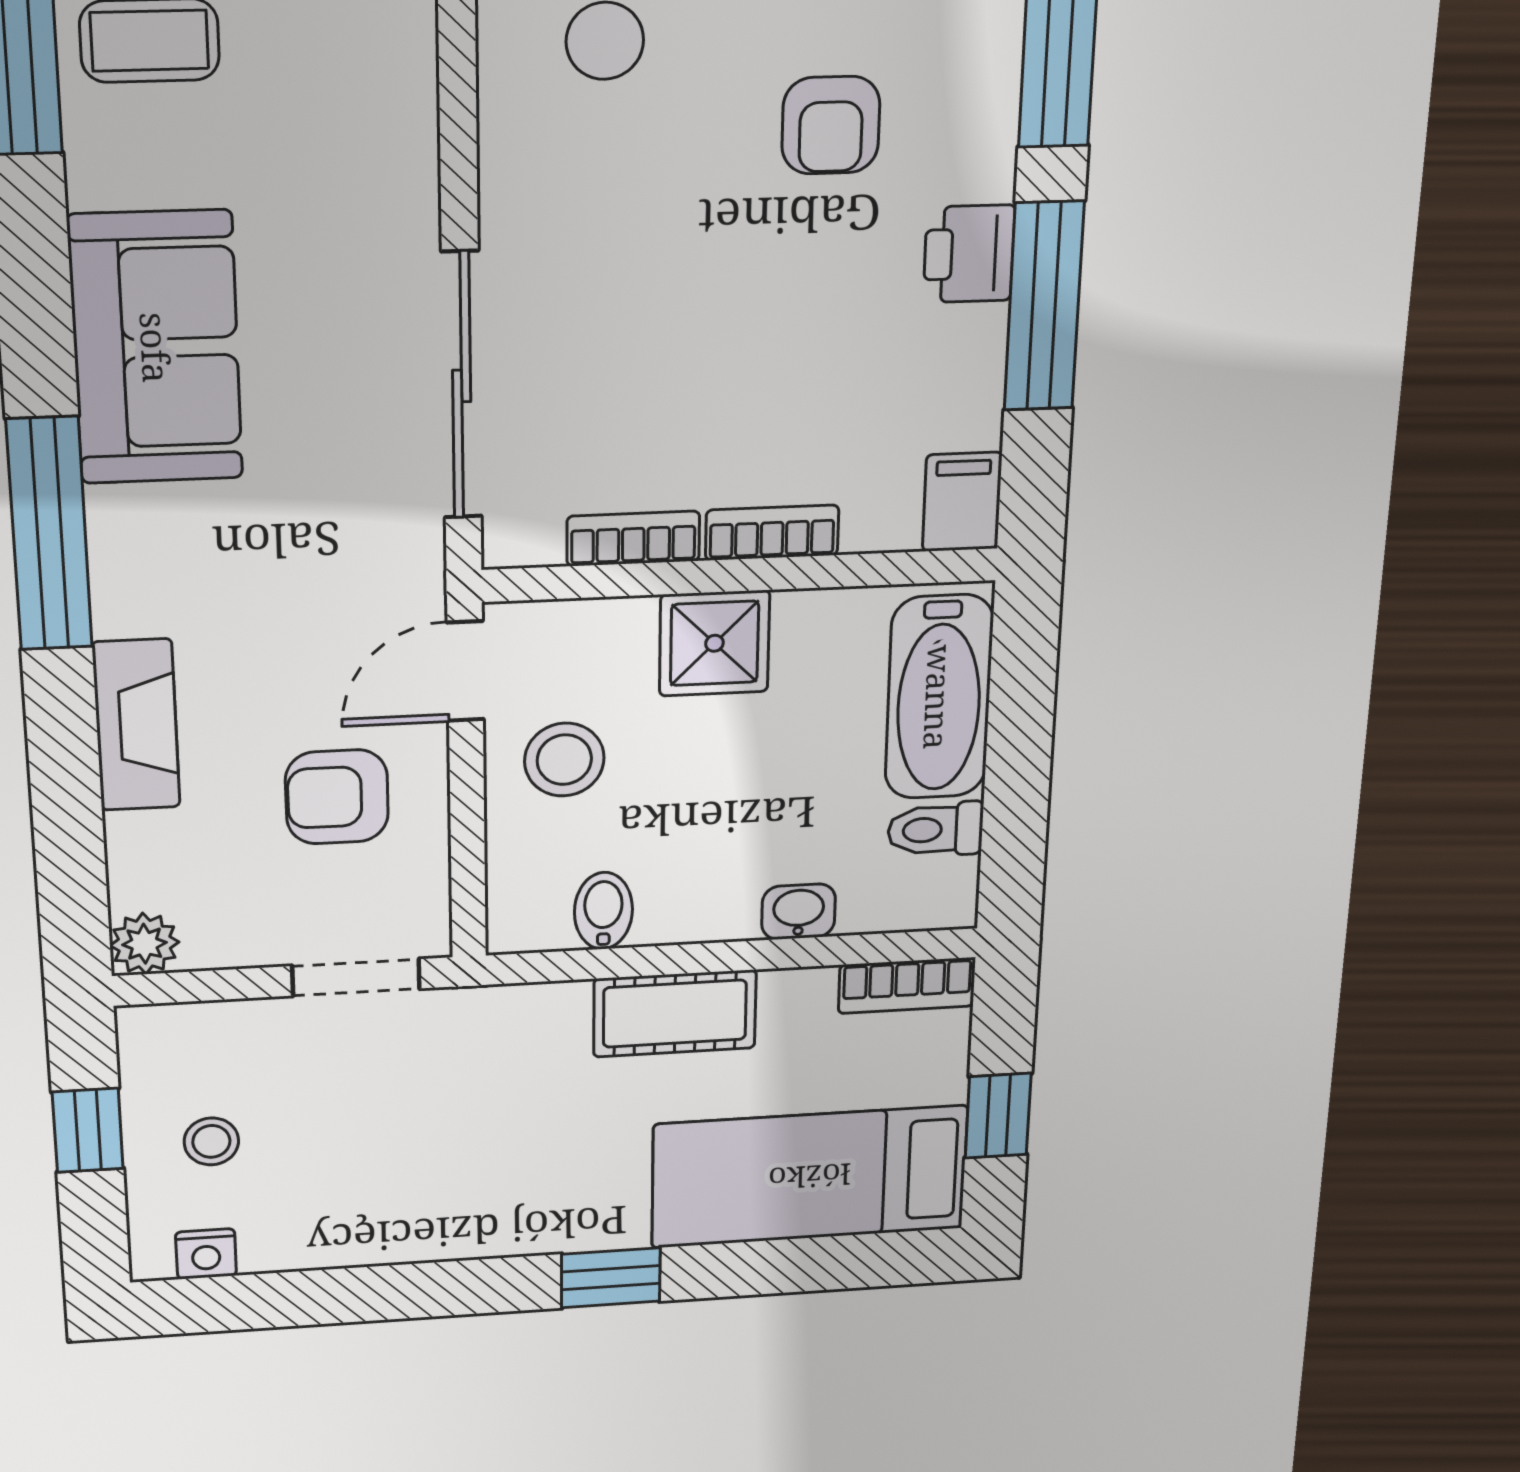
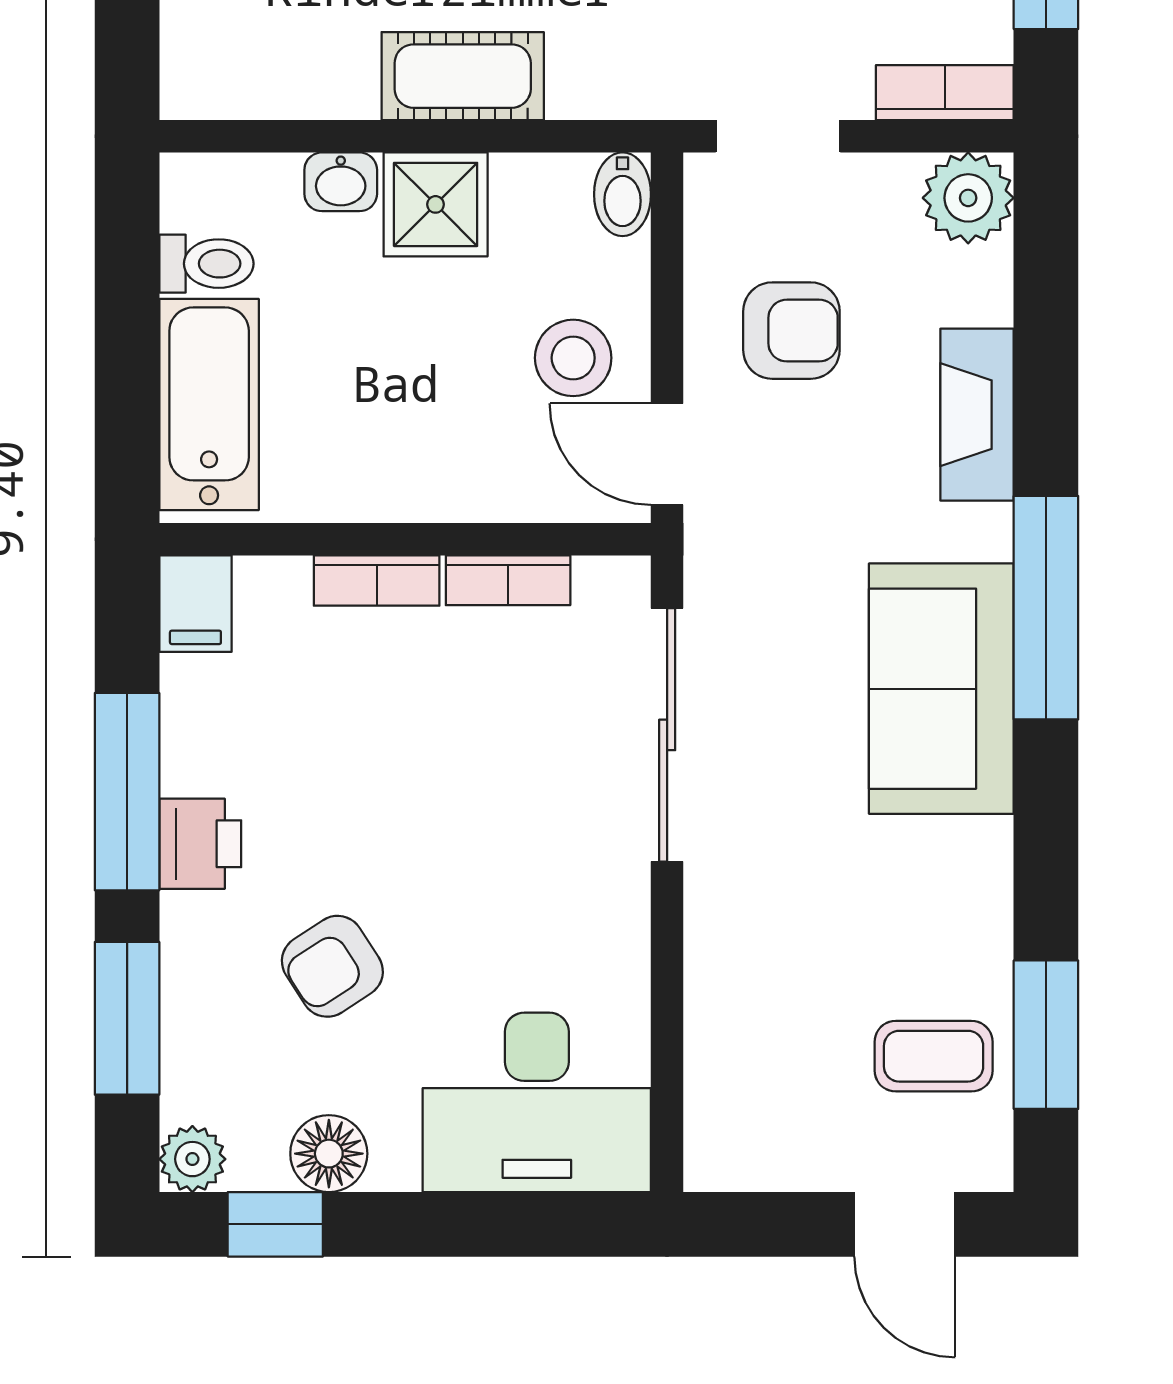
armchair: (831, 125) -> (332, 966), turned -123
sofa: (156, 348) -> (941, 689), moved
shower: (714, 643) -> (436, 204), moved
door: (465, 671) -> (667, 454), swing flipped
bidet: (603, 911) -> (622, 194), moved
plant: (144, 944) -> (968, 198), width x1.38, depth x1.38
bookcase: (907, 986) -> (945, 93), moved

